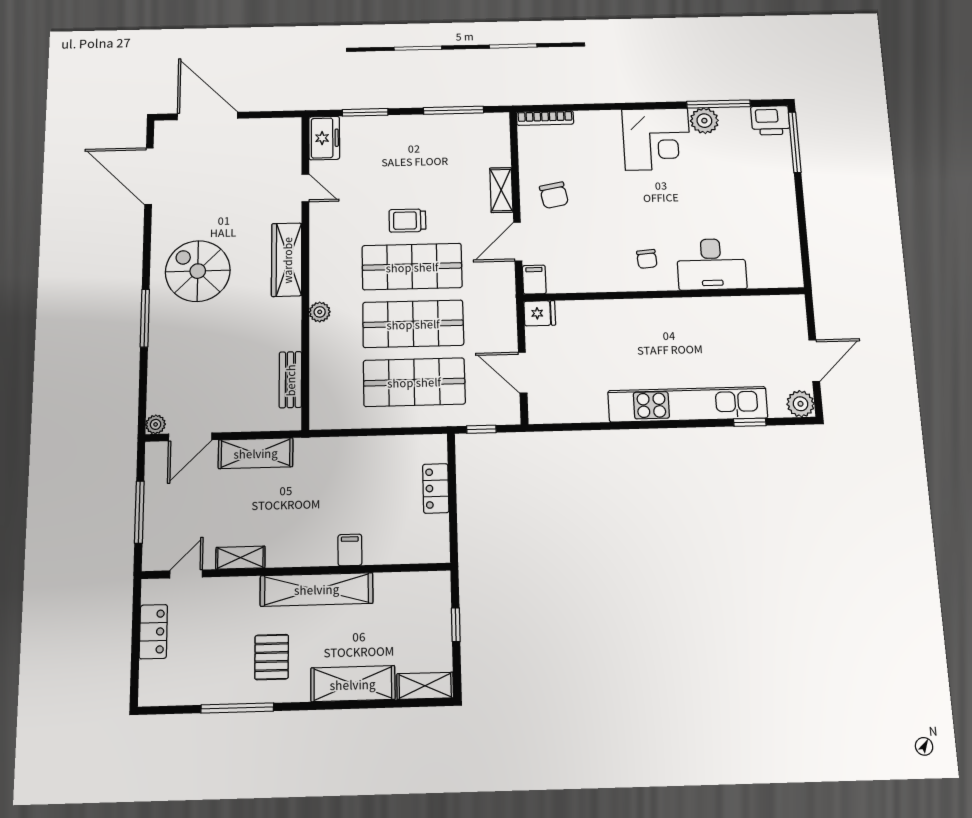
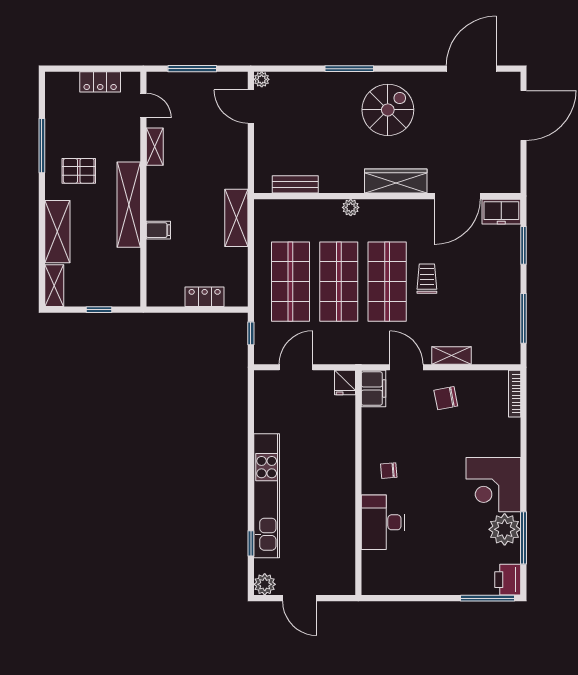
plant: (704, 121) -> (505, 529), width x1.36, depth x1.36
door: (305, 188) -> (457, 196), width x1.87
filing cabinet: (534, 280) -> (373, 389), width x2.00
shelving: (256, 453) -> (236, 218), moved

